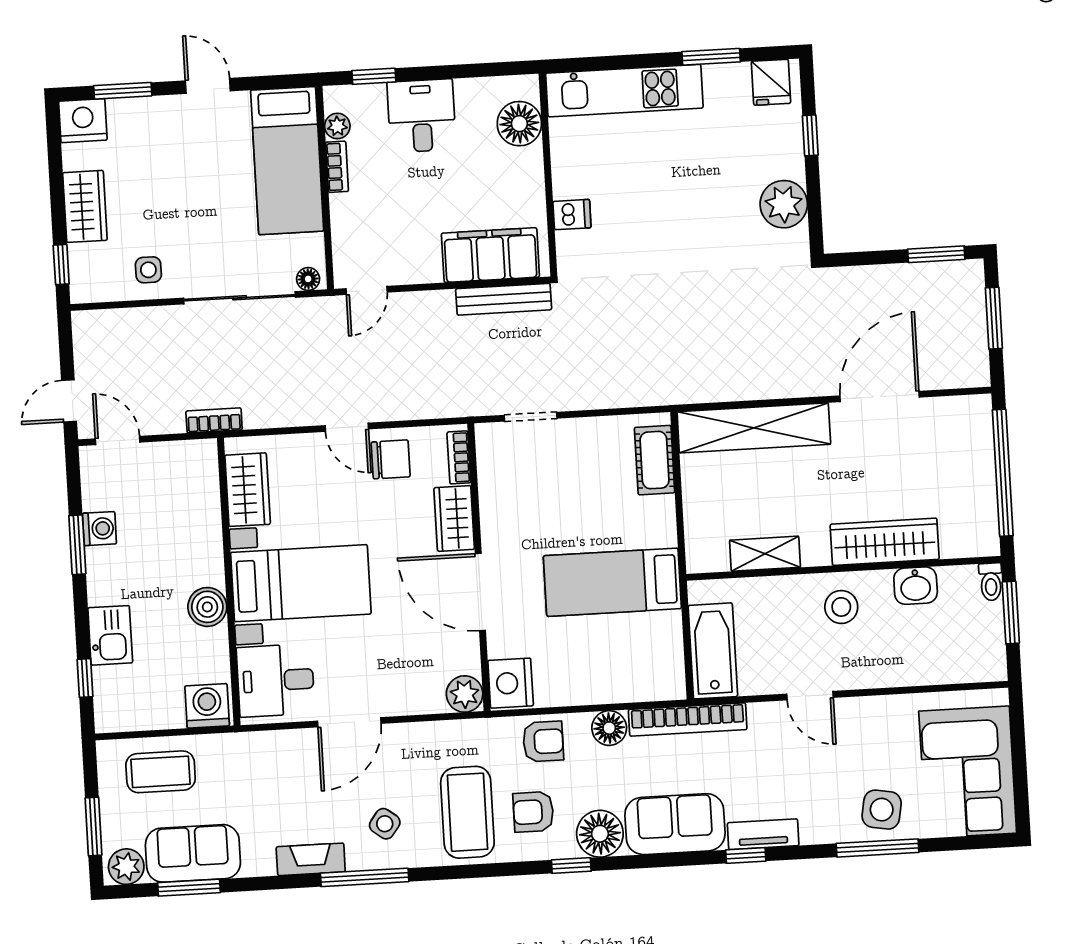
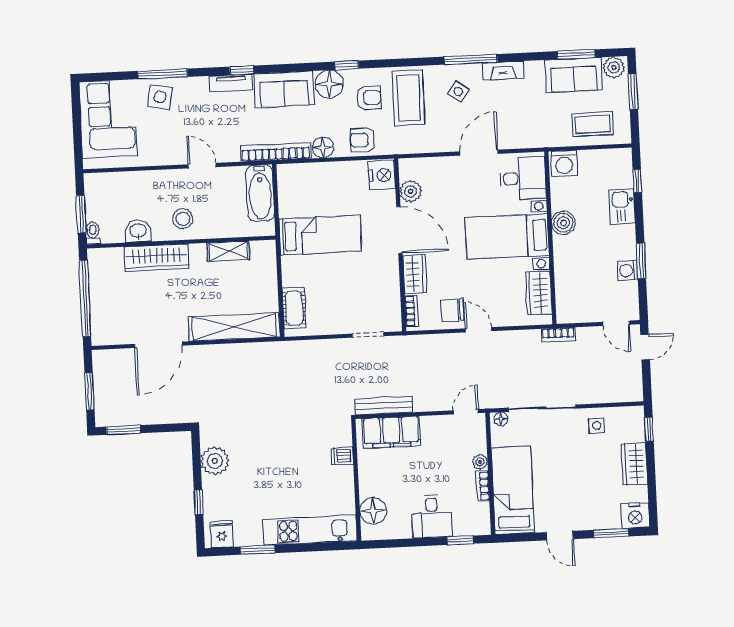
plant: (337, 126) -> (480, 462), moved
plant: (465, 694) -> (411, 191), moved

